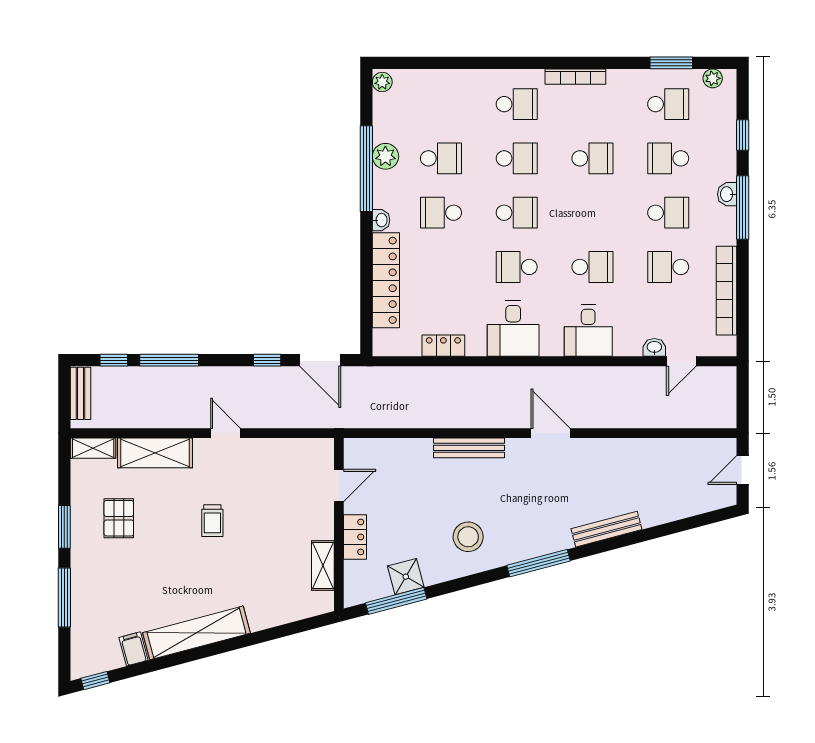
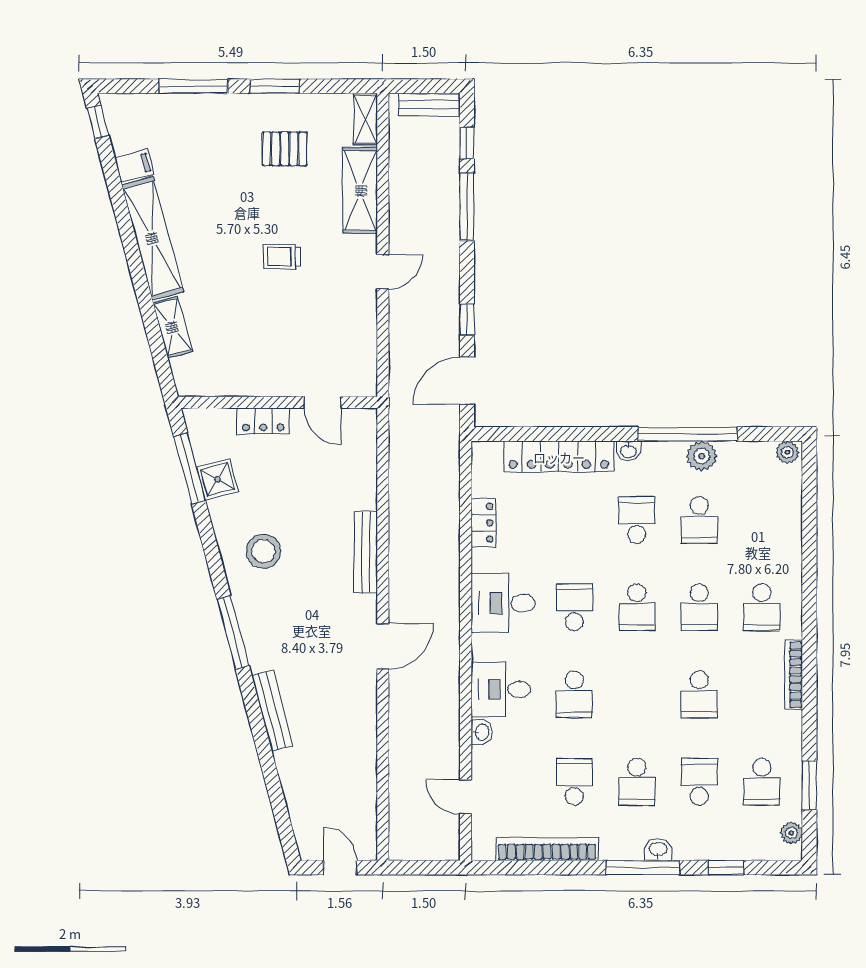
washbasin: (654, 347) -> (482, 732), moved
shelving: (323, 565) -> (173, 327), moved, turned 75

